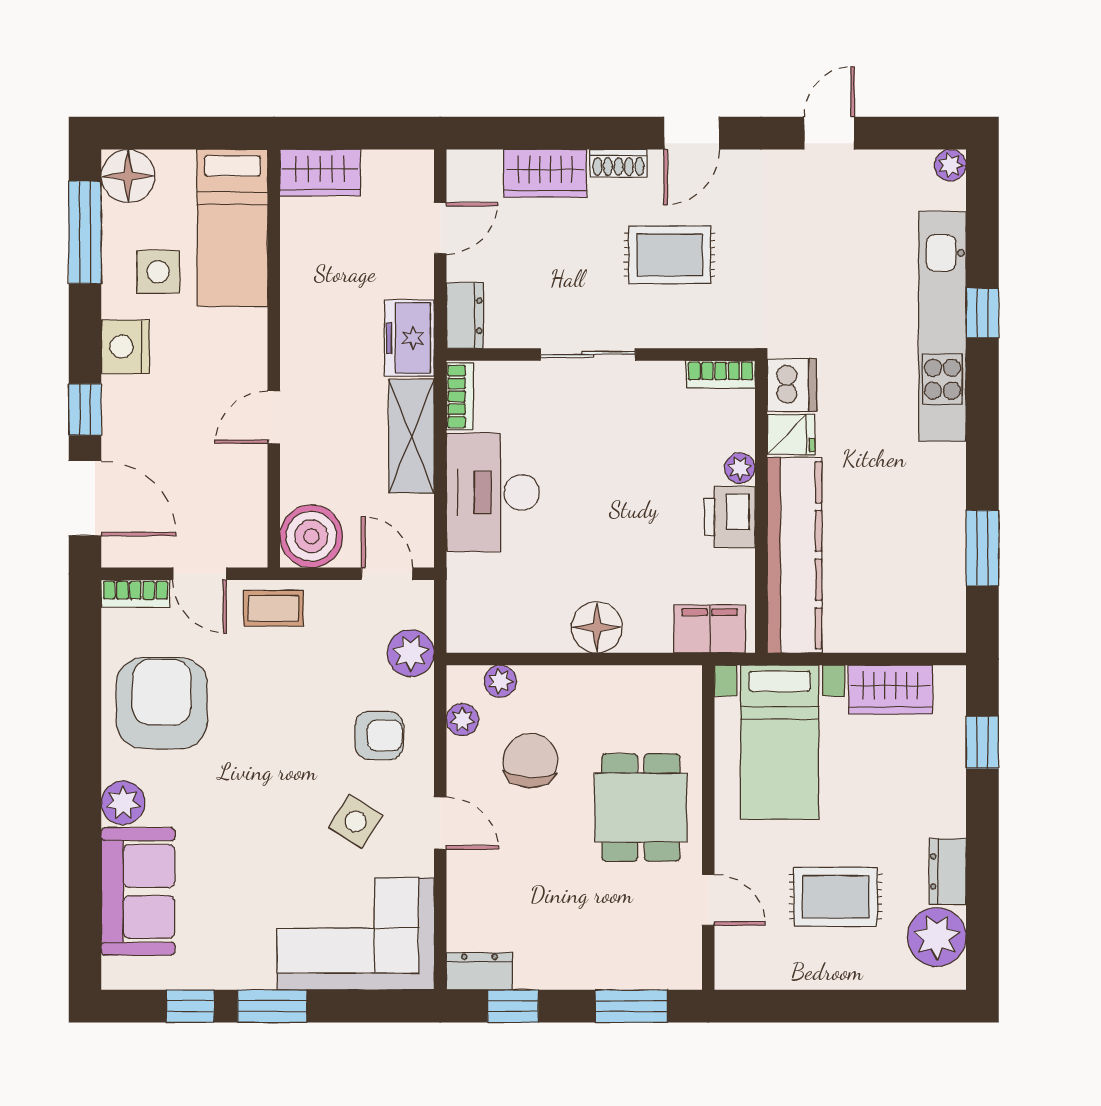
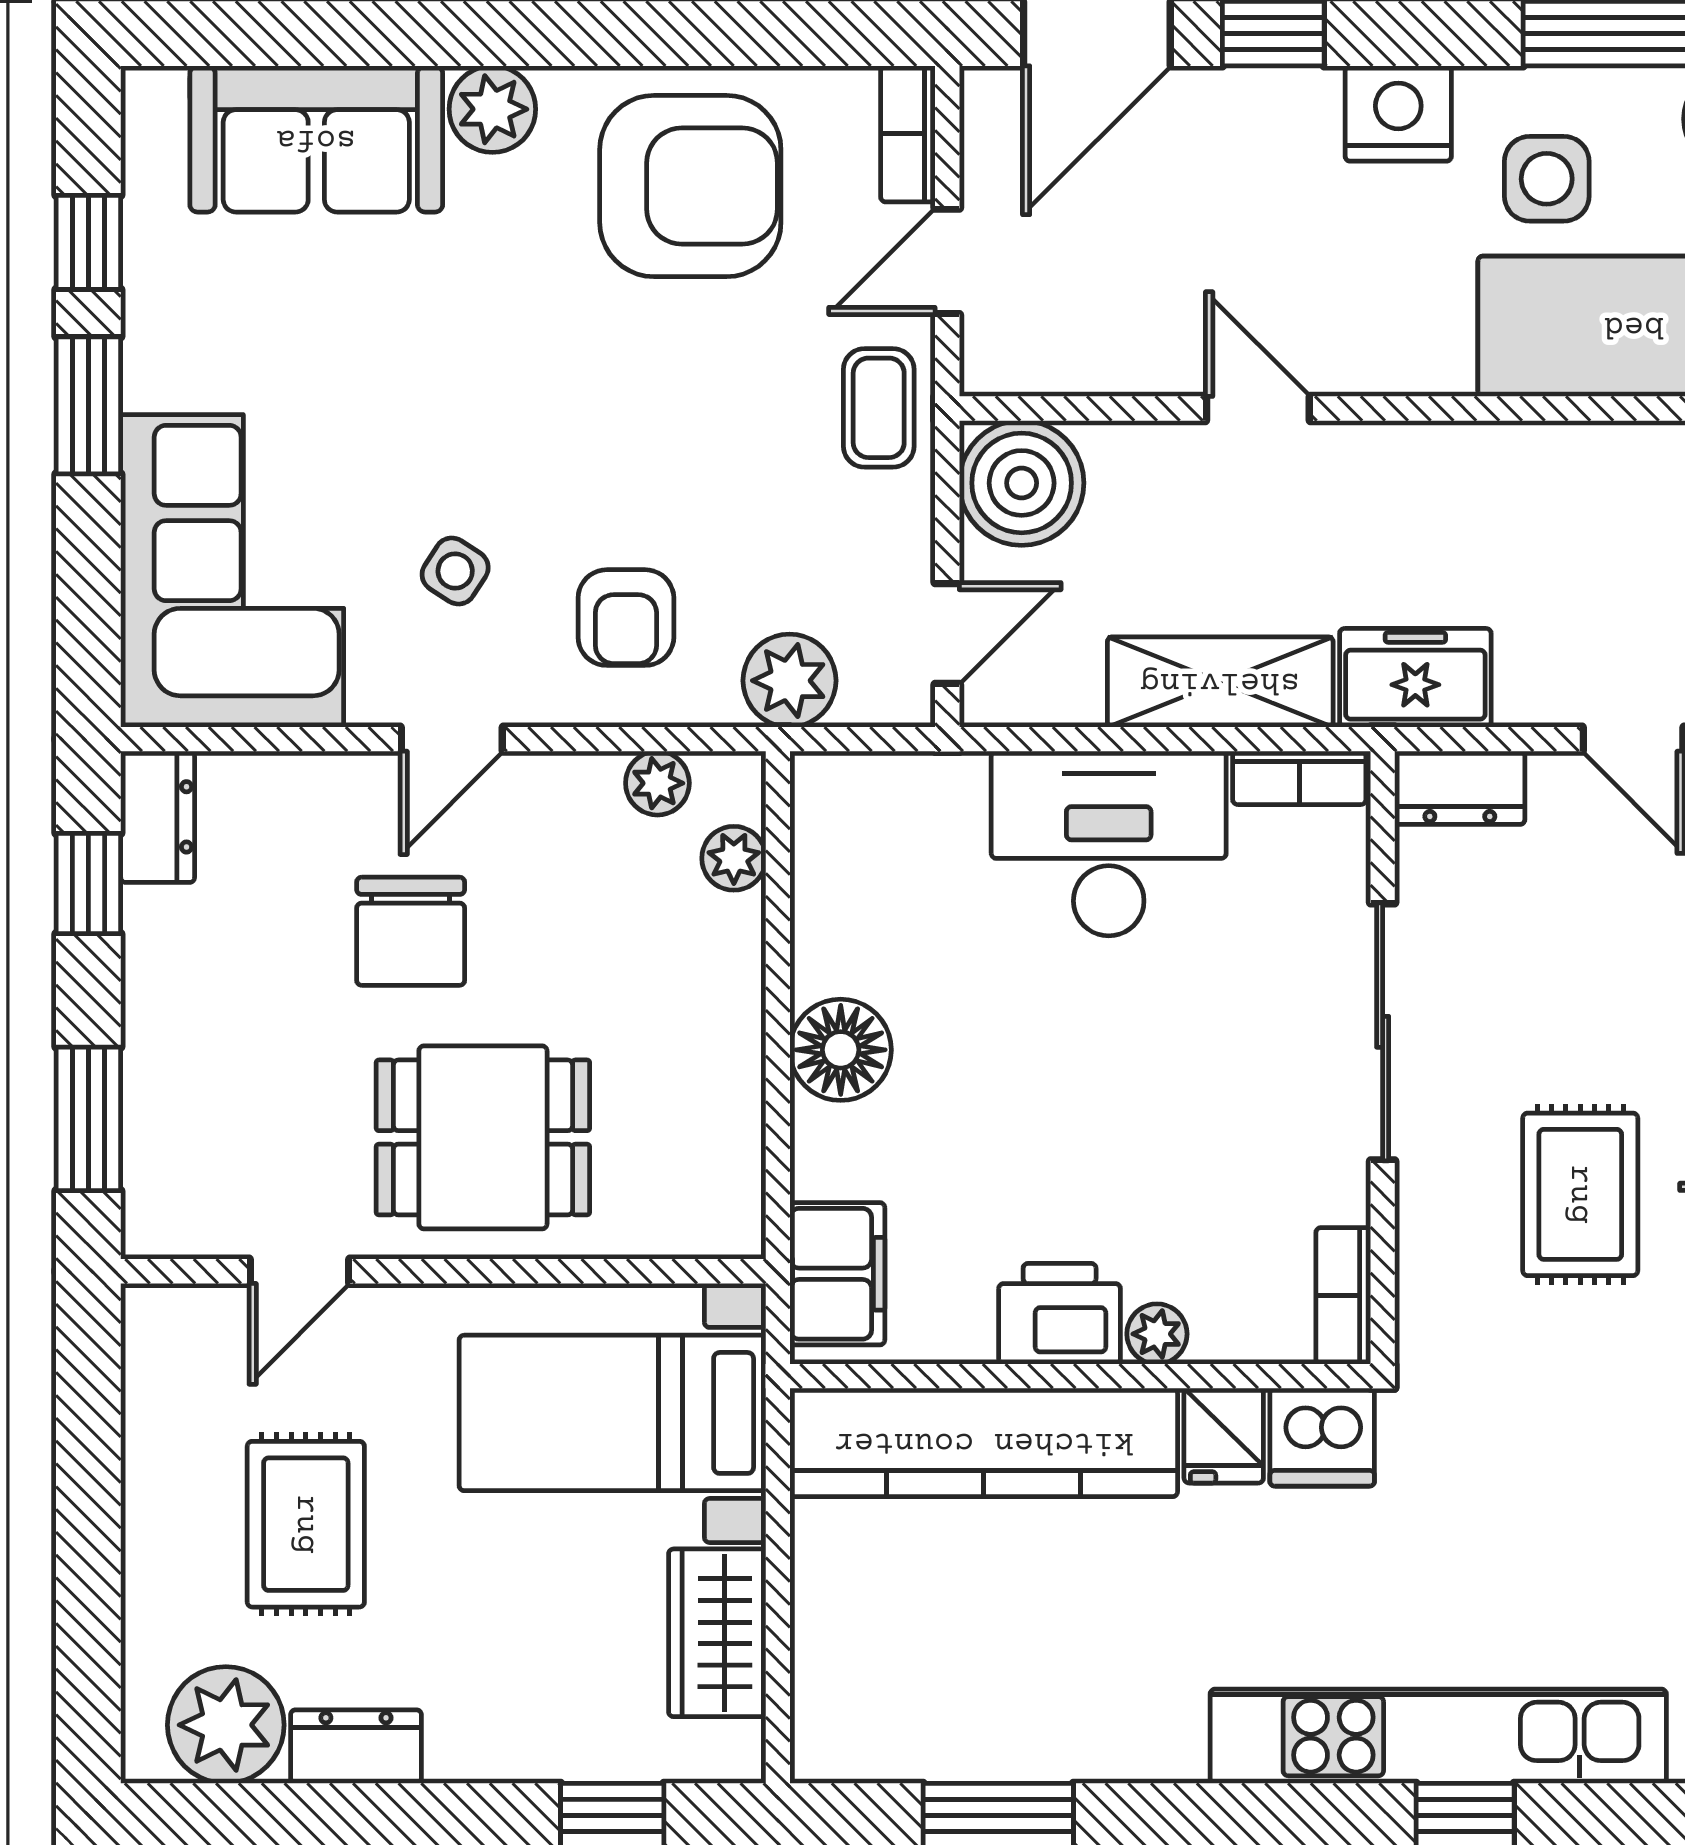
sliding door: (588, 354) -> (1383, 1032), width x1.37
chair: (530, 761) -> (411, 931), moved, turned 87
side table: (356, 822) -> (455, 571), width x0.73, depth x0.73

